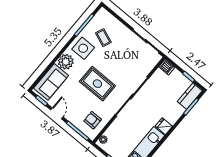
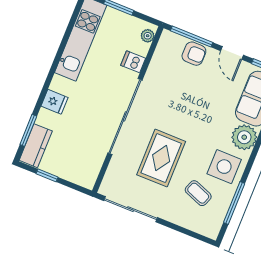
dishwasher: (167, 67) -> (133, 62), moved
rug: (97, 84) -> (161, 158), moved, turned 90
armchair: (93, 120) -> (194, 54), moved
fridge: (164, 126) -> (54, 102), moved

